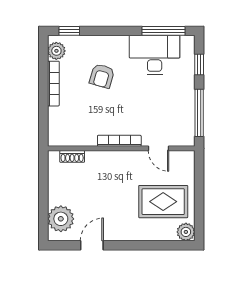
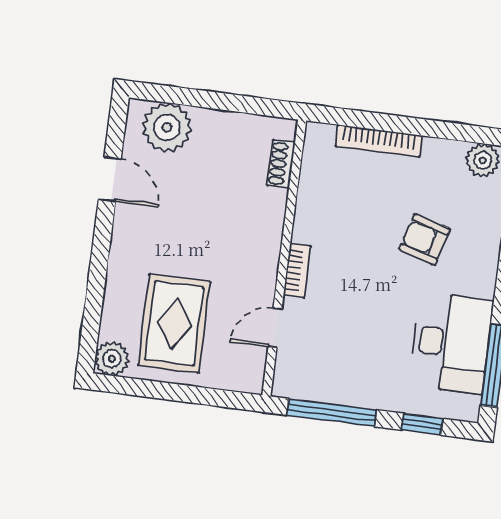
bookcase: (53, 84) -> (379, 141), moved
bookcase: (119, 141) -> (297, 271), width x0.64

